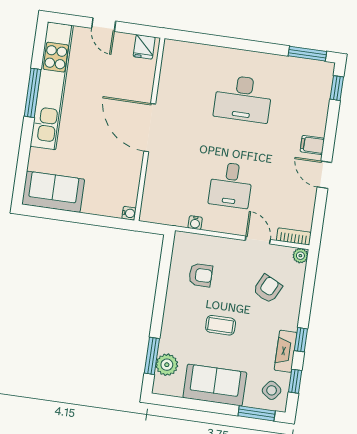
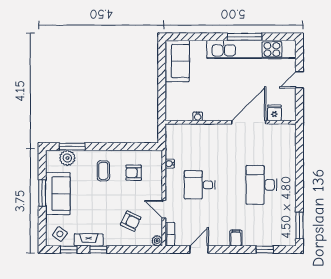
fridge: (144, 47) -> (274, 113), moved, turned 90
window: (337, 88) -> (265, 250), moved
door: (150, 128) -> (249, 122), moved
door: (324, 175) -> (199, 250), moved
water cooler: (129, 213) -> (198, 116), moved
door: (258, 240) -> (164, 209), swing flipped
armchair: (201, 275) -> (134, 173), turned 90
coffee table: (221, 325) -> (103, 171), moved
window: (257, 413) -> (42, 193), moved

